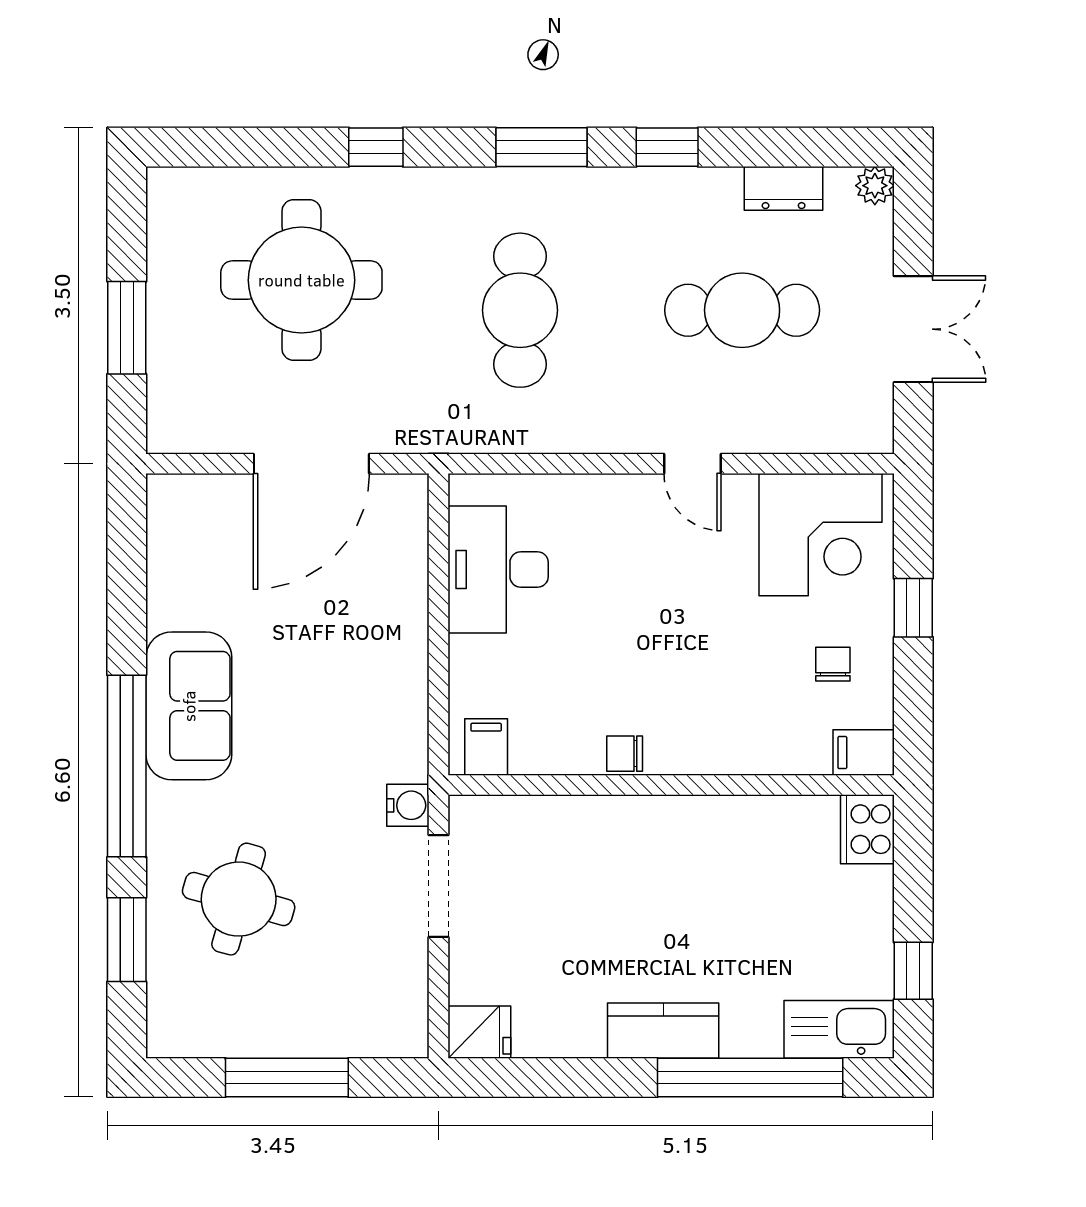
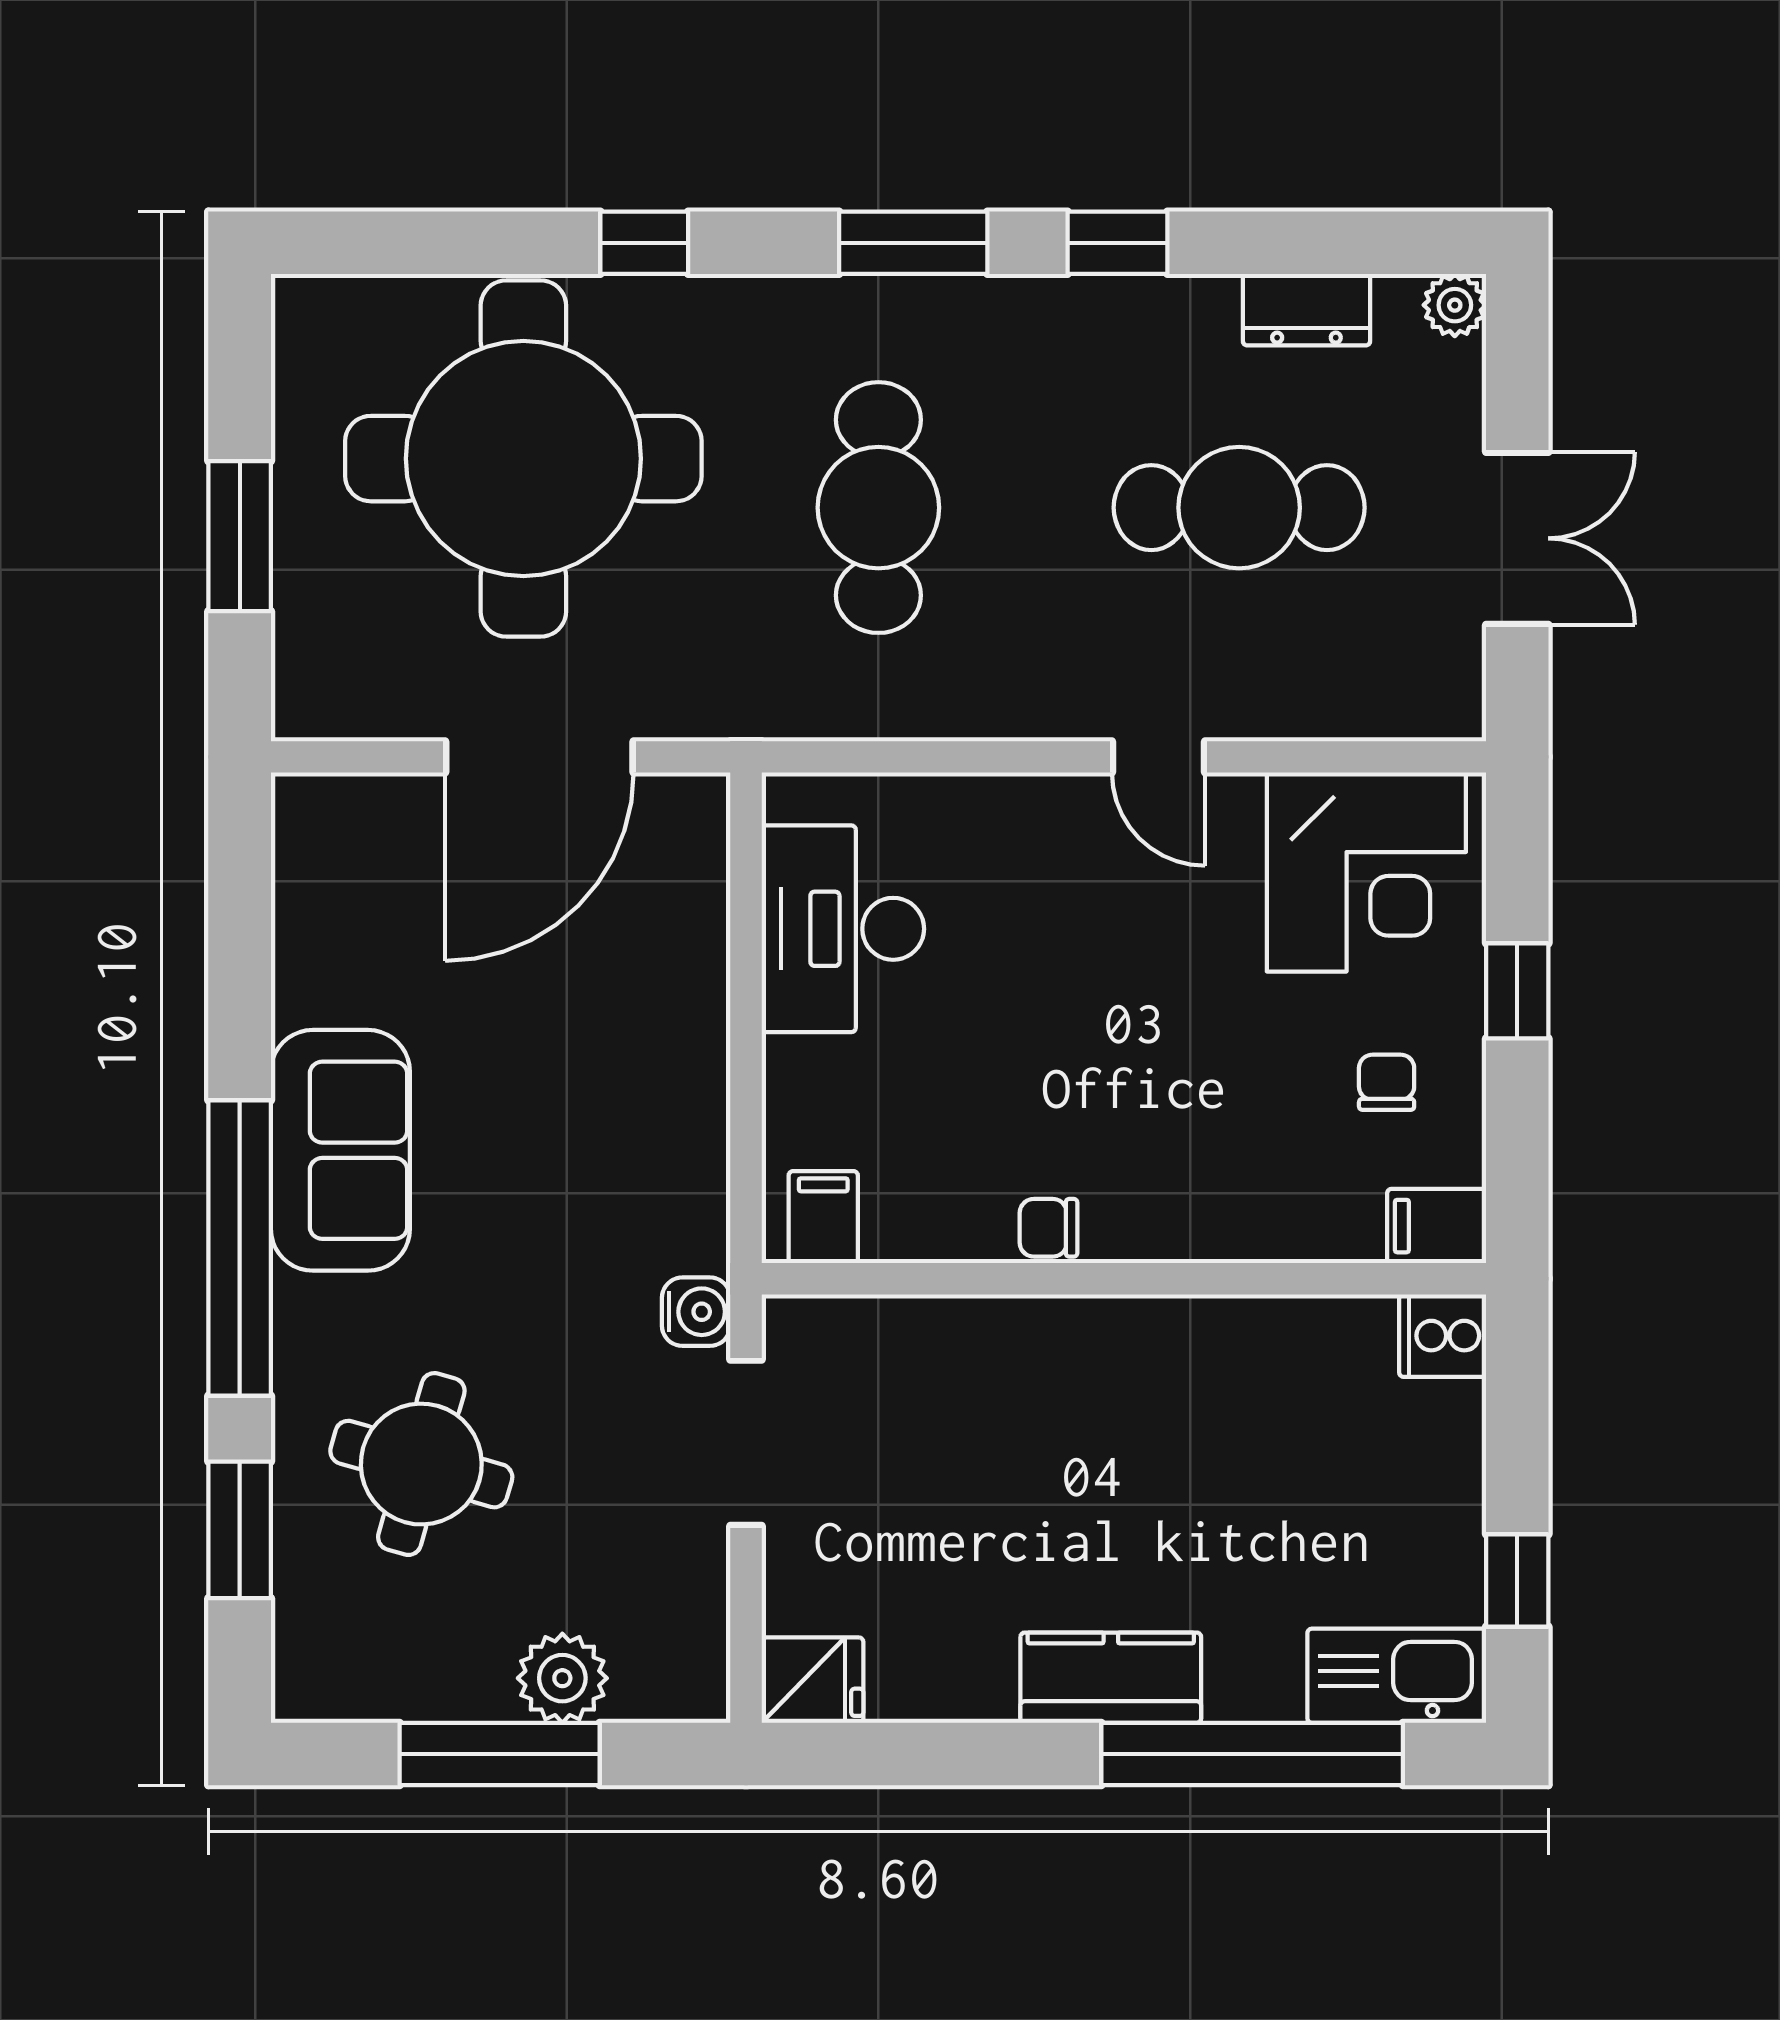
round table: (301, 280) -> (523, 459), width x1.36, depth x1.36
cooker: (867, 829) -> (1443, 1336), width x0.73
plant: (325, 1031) -> (562, 1678), added

